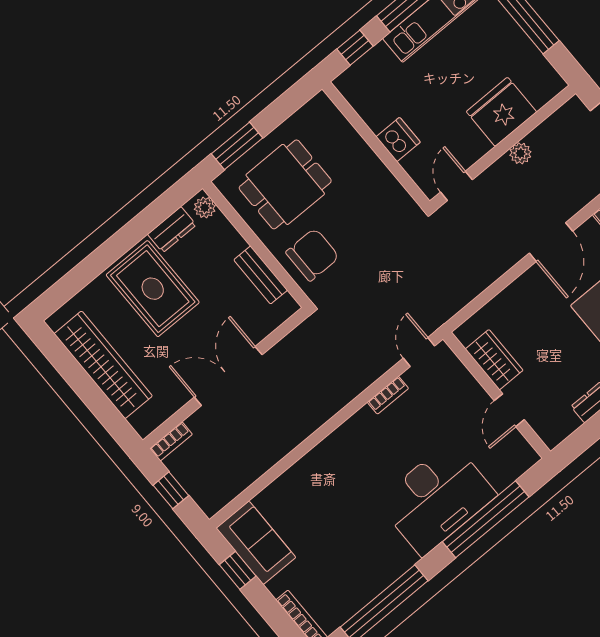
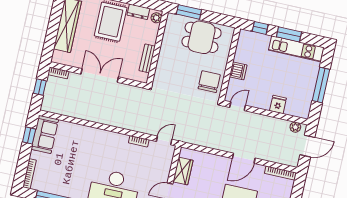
fridge: (501, 112) -> (278, 104), width x0.53, depth x0.75
plant: (520, 153) -> (295, 127), moved
dining table: (285, 184) -> (202, 37), moved
chair: (312, 255) -> (209, 82), moved, turned -90

